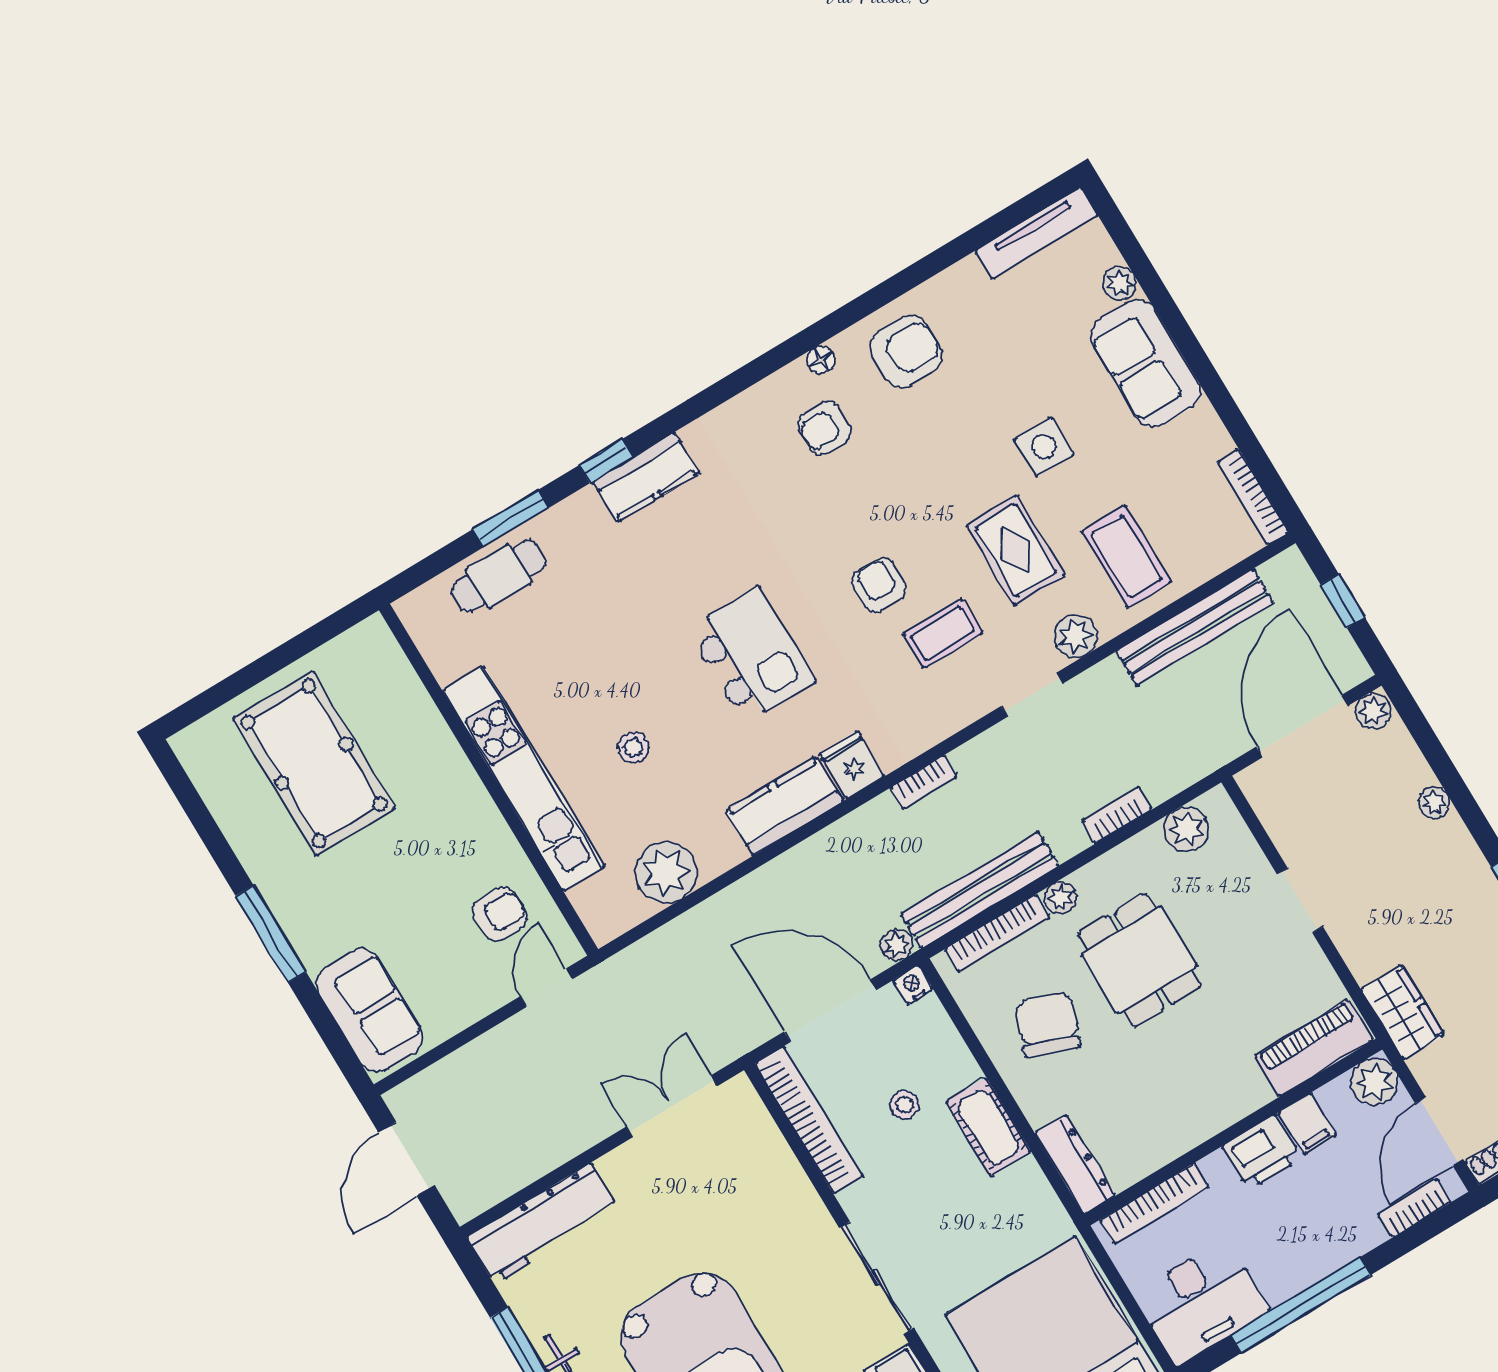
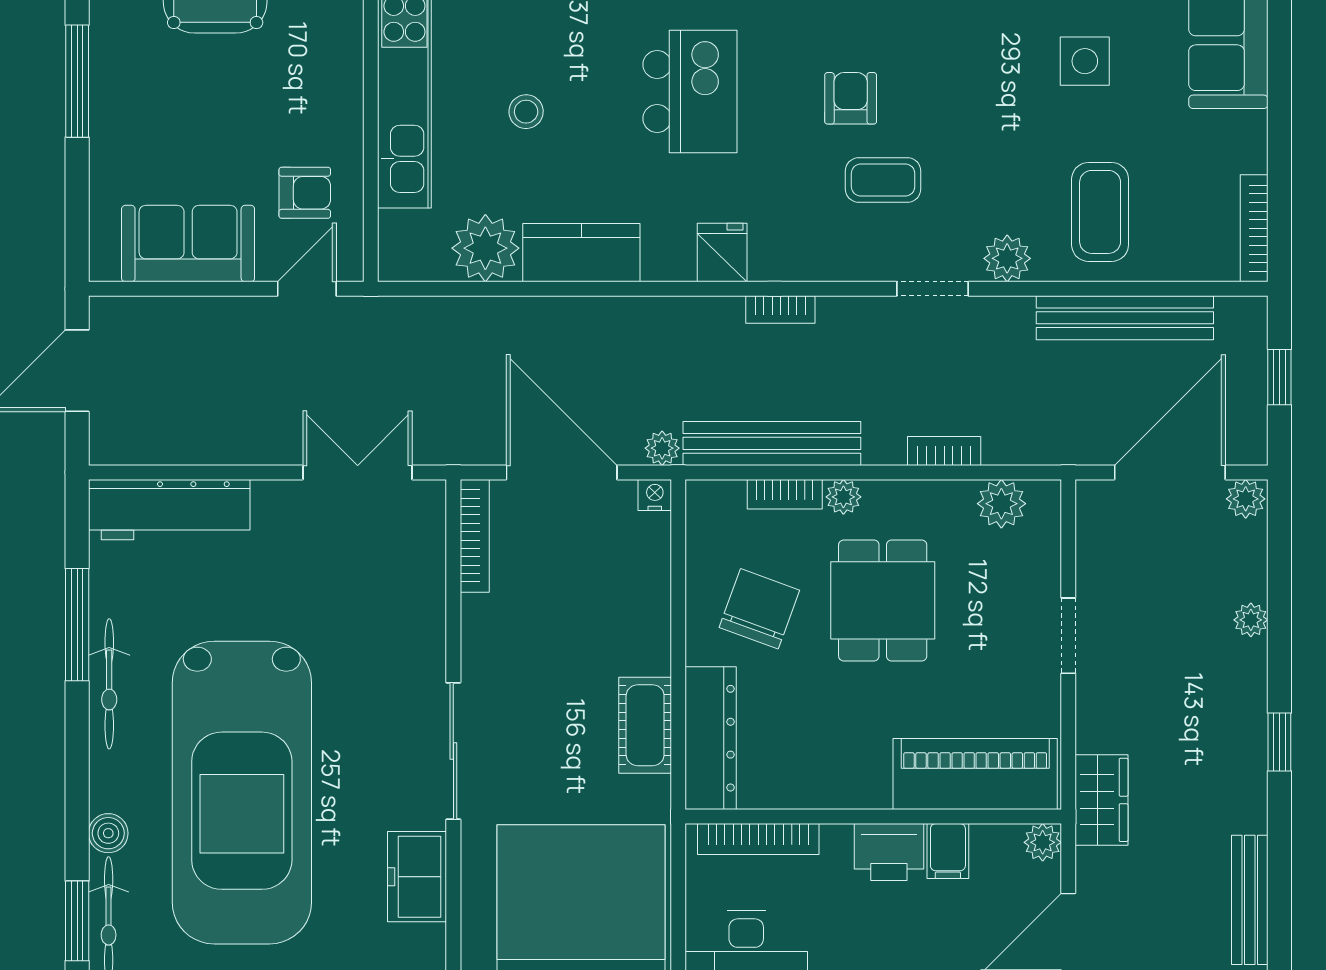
rug: (1016, 550) -> (999, 143), removed
kitchen counter: (785, 806) -> (581, 253), moved
bookcase: (997, 933) -> (785, 494), width x0.64
sofa: (370, 1010) -> (188, 244), moved, turned -90
piano: (1314, 1048) -> (975, 774), width x1.37, depth x1.33
plant: (1374, 1082) -> (1043, 842), width x0.73, depth x0.73
stool: (905, 1105) -> (578, 604), removed
bookcase: (809, 1120) -> (475, 536), width x0.68, depth x0.76
cot: (989, 1127) -> (645, 725), moved
dresser: (1075, 1165) -> (711, 738), width x1.37, depth x1.24

